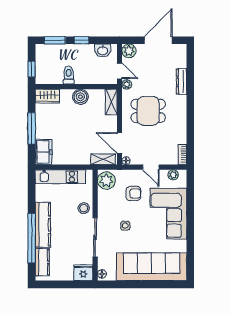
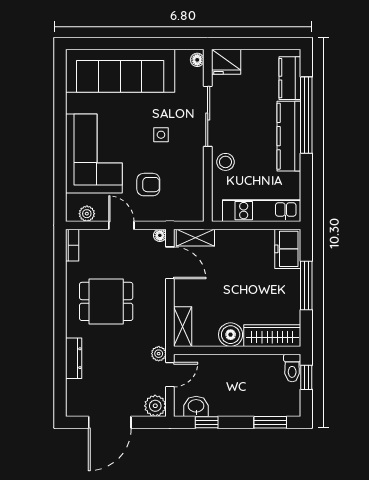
window: (81, 40) -> (207, 422), moved
door: (120, 71) -> (170, 375), swing flipped
toilet: (69, 75) -> (292, 368), moved
wardrobe: (47, 96) -> (272, 336), width x1.50
dining table: (148, 111) -> (106, 301), moved
plant: (106, 181) -> (190, 205), removed
armchair: (133, 194) -> (148, 185), turned 180

